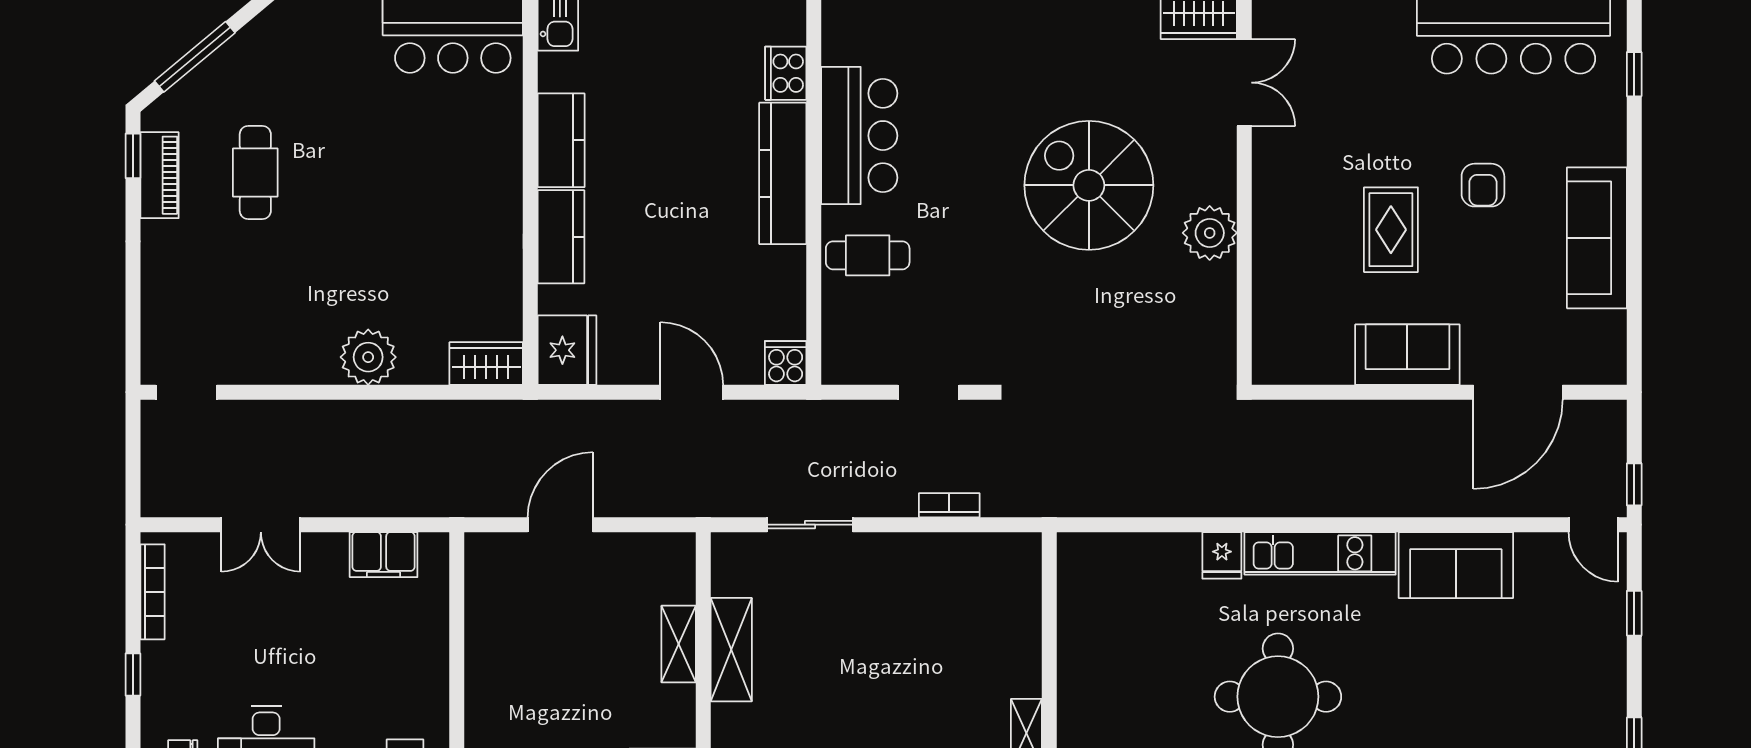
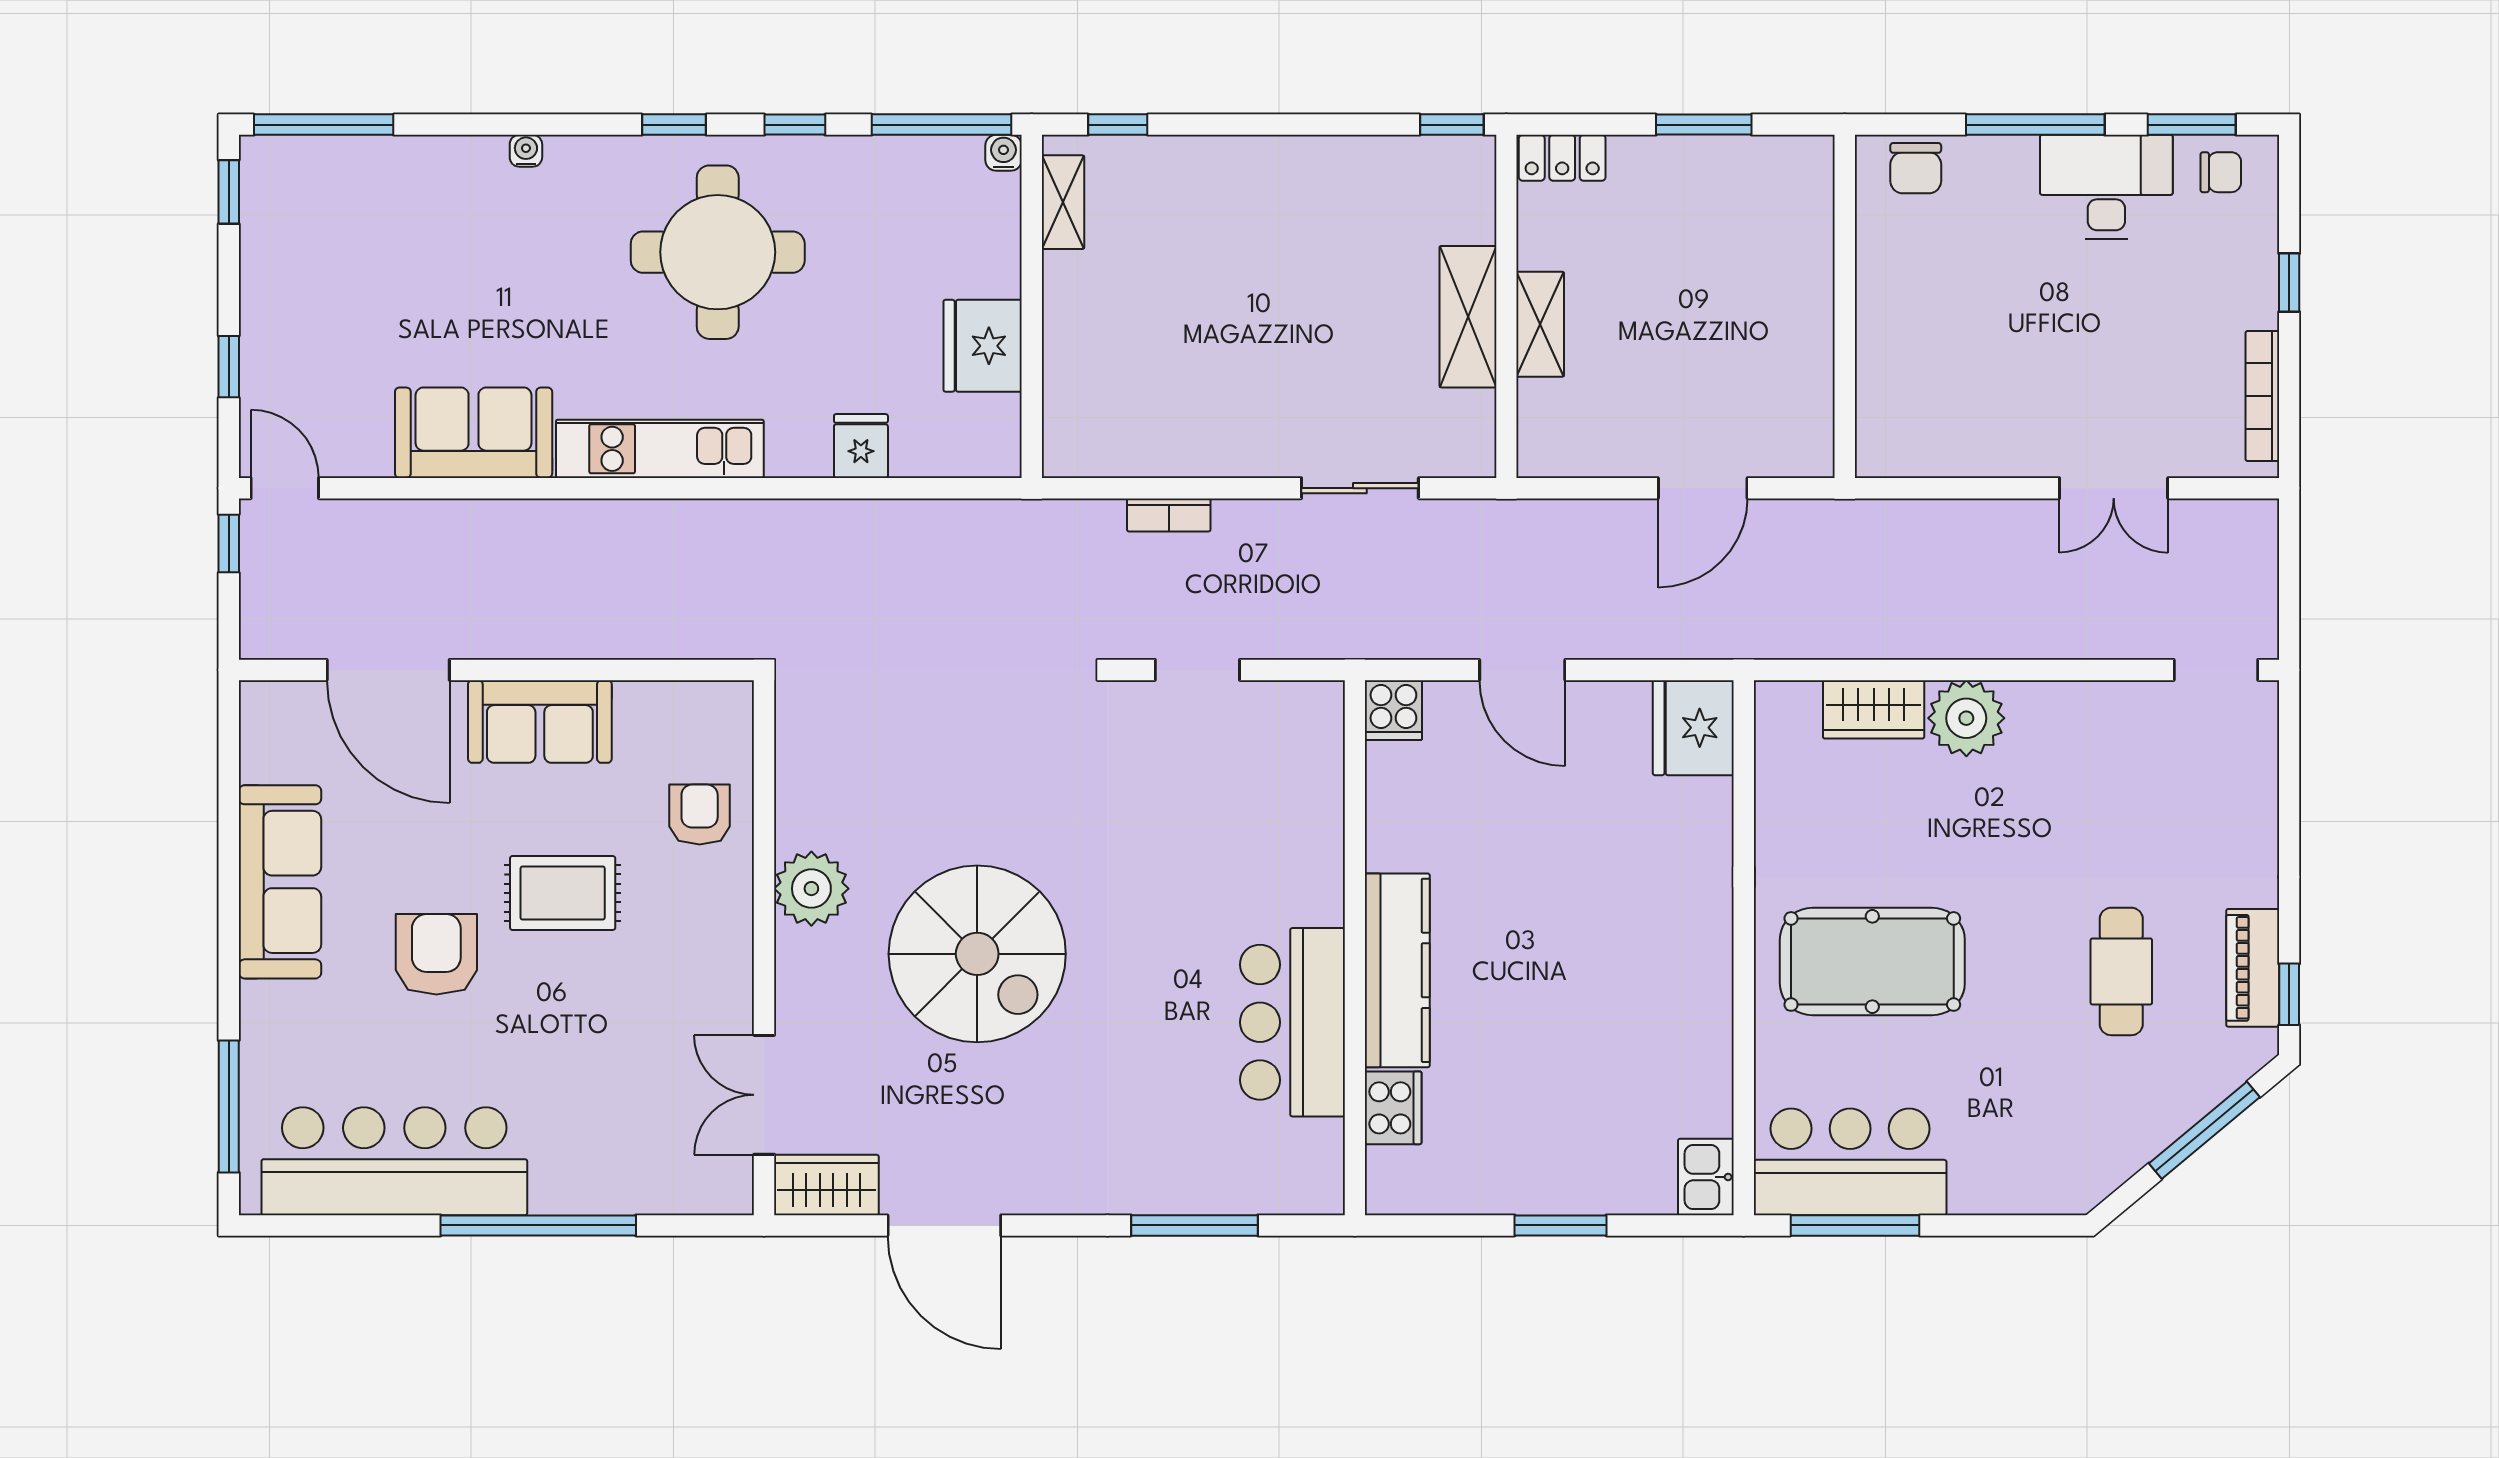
window: (1634, 74) -> (229, 1106), width x2.17
kitchen counter: (561, 140) -> (1701, 1016), removed
pool table: (437, 180) -> (1872, 961), added
armchair: (1483, 185) -> (436, 954), width x1.38, depth x1.38
rug: (1391, 230) -> (563, 893), turned 90
kitchen counter: (561, 237) -> (1702, 883), removed
cafe table: (868, 255) -> (1281, 858), removed
armchair: (1291, 287) -> (700, 814), added
wardrobe: (486, 364) -> (1874, 709), moved
door: (1518, 392) -> (388, 670), swing flipped
double door: (261, 525) -> (2114, 488), swing flipped
filing cabinet: (384, 555) -> (1945, 447), removed
fridge: (1222, 555) -> (861, 446), moved
fridge: (1085, 628) -> (983, 346), added

